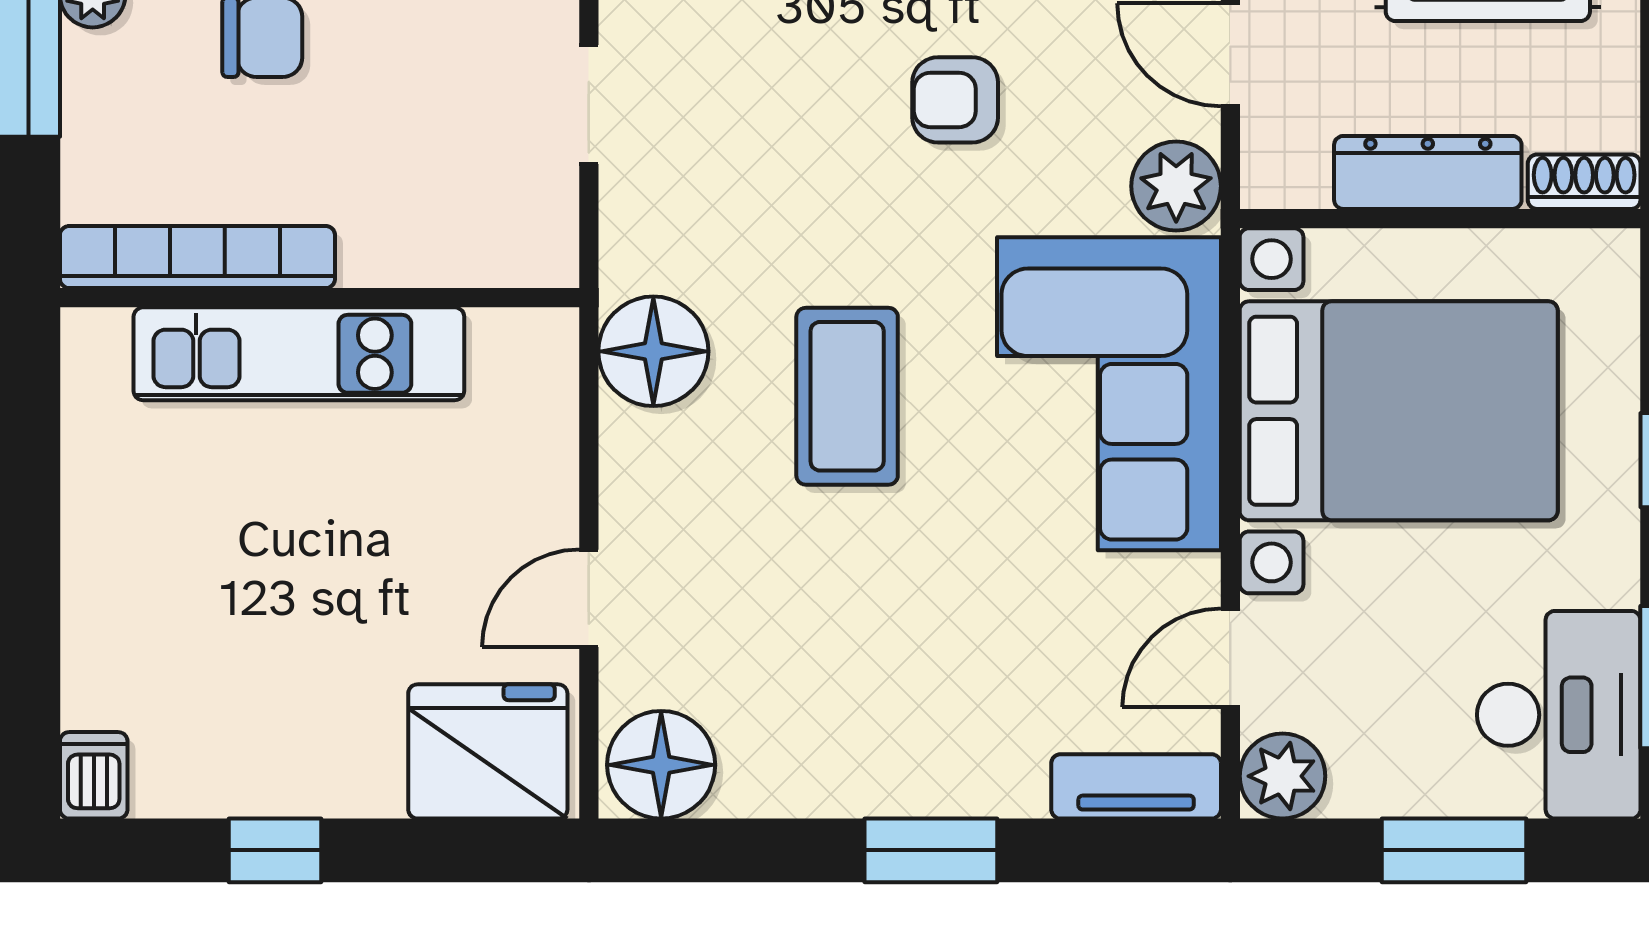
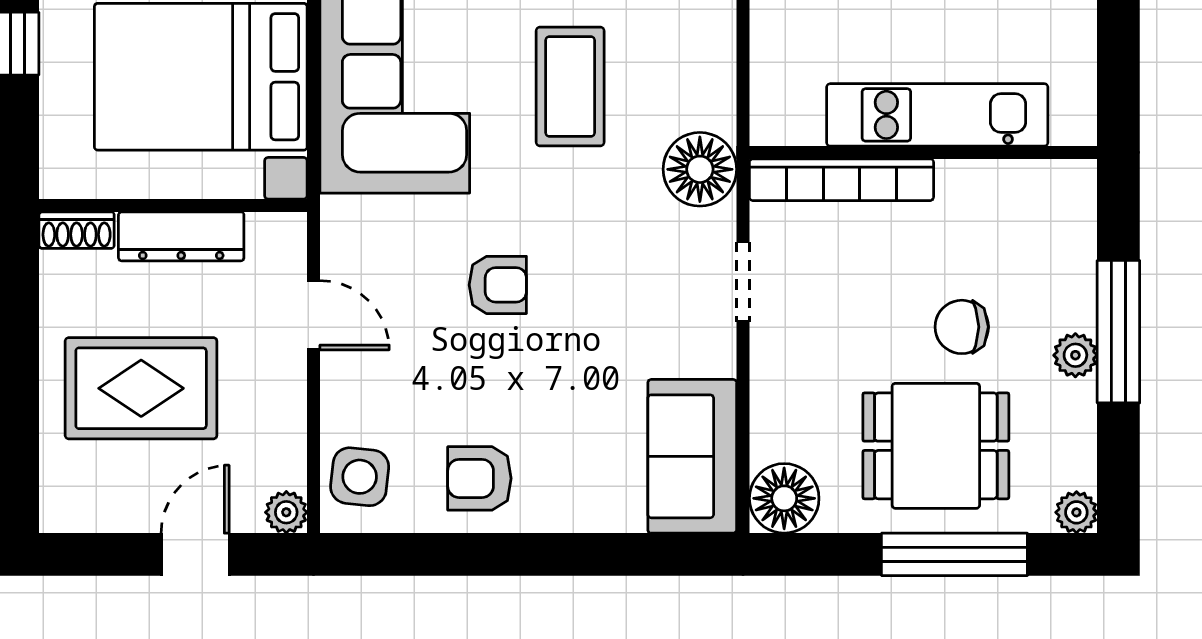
plant: (1176, 186) -> (350, 227), removed
bookcase: (197, 257) -> (841, 180), moved
floor lamp: (653, 351) -> (700, 169), moved

